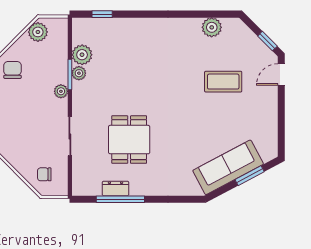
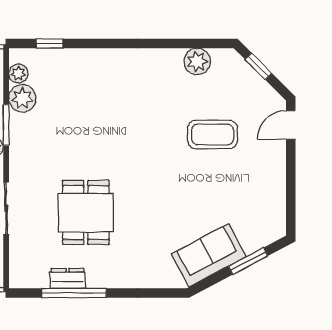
window: (267, 41) -> (258, 66), moved
plant: (79, 73) -> (18, 73), moved
sofa: (228, 167) -> (209, 255), width x0.73

